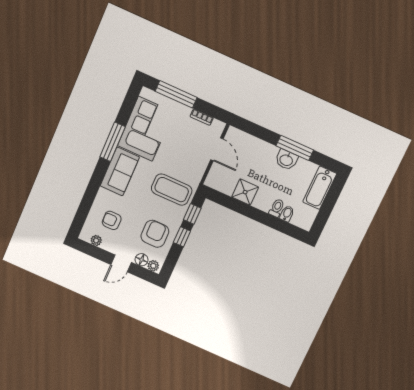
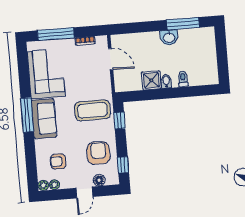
window: (113, 142) -> (27, 115), moved
window: (295, 148) -> (183, 24), moved
bathtub: (320, 188) -> (207, 45), removed
bidet: (287, 214) -> (166, 81), moved
window: (182, 237) -> (123, 165), moved
plant: (153, 266) -> (43, 185), moved

